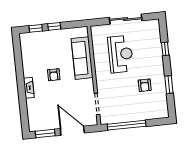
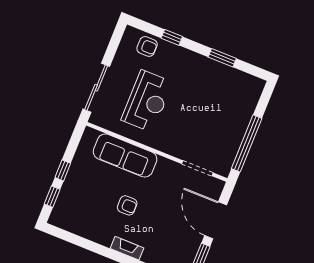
sliding door: (126, 19) -> (96, 88), moved
reception desk: (121, 54) -> (147, 101), turned 90
armchair: (145, 85) -> (147, 46), moved
door: (72, 131) -> (216, 220), hinge flipped

